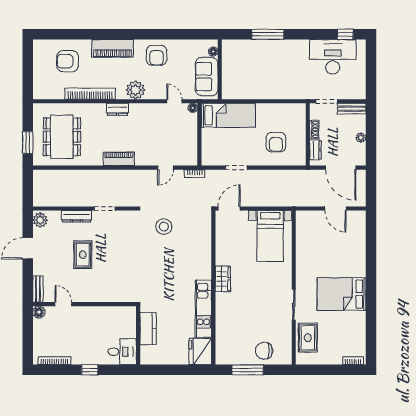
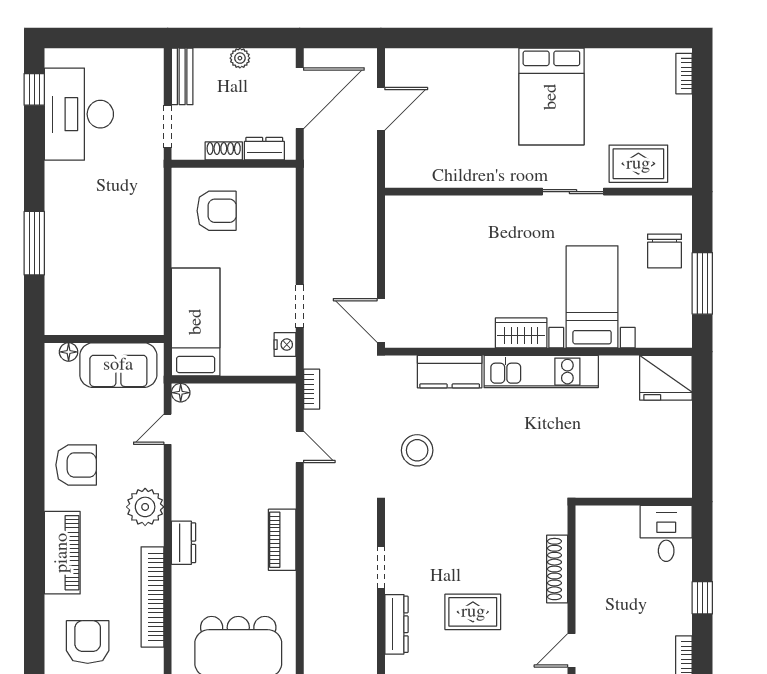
armchair: (68, 61) -> (88, 642), turned 180
armchair: (276, 142) -> (217, 211), moved
nightstand: (217, 160) -> (285, 345), added
bed with nightstands: (270, 236) -> (592, 297), moved, turned -90
shoe rack: (104, 297) -> (557, 569), added
kitchen unit: (203, 309) -> (541, 372), moved
kitchen counter: (148, 329) -> (450, 372), moved, turned 180

